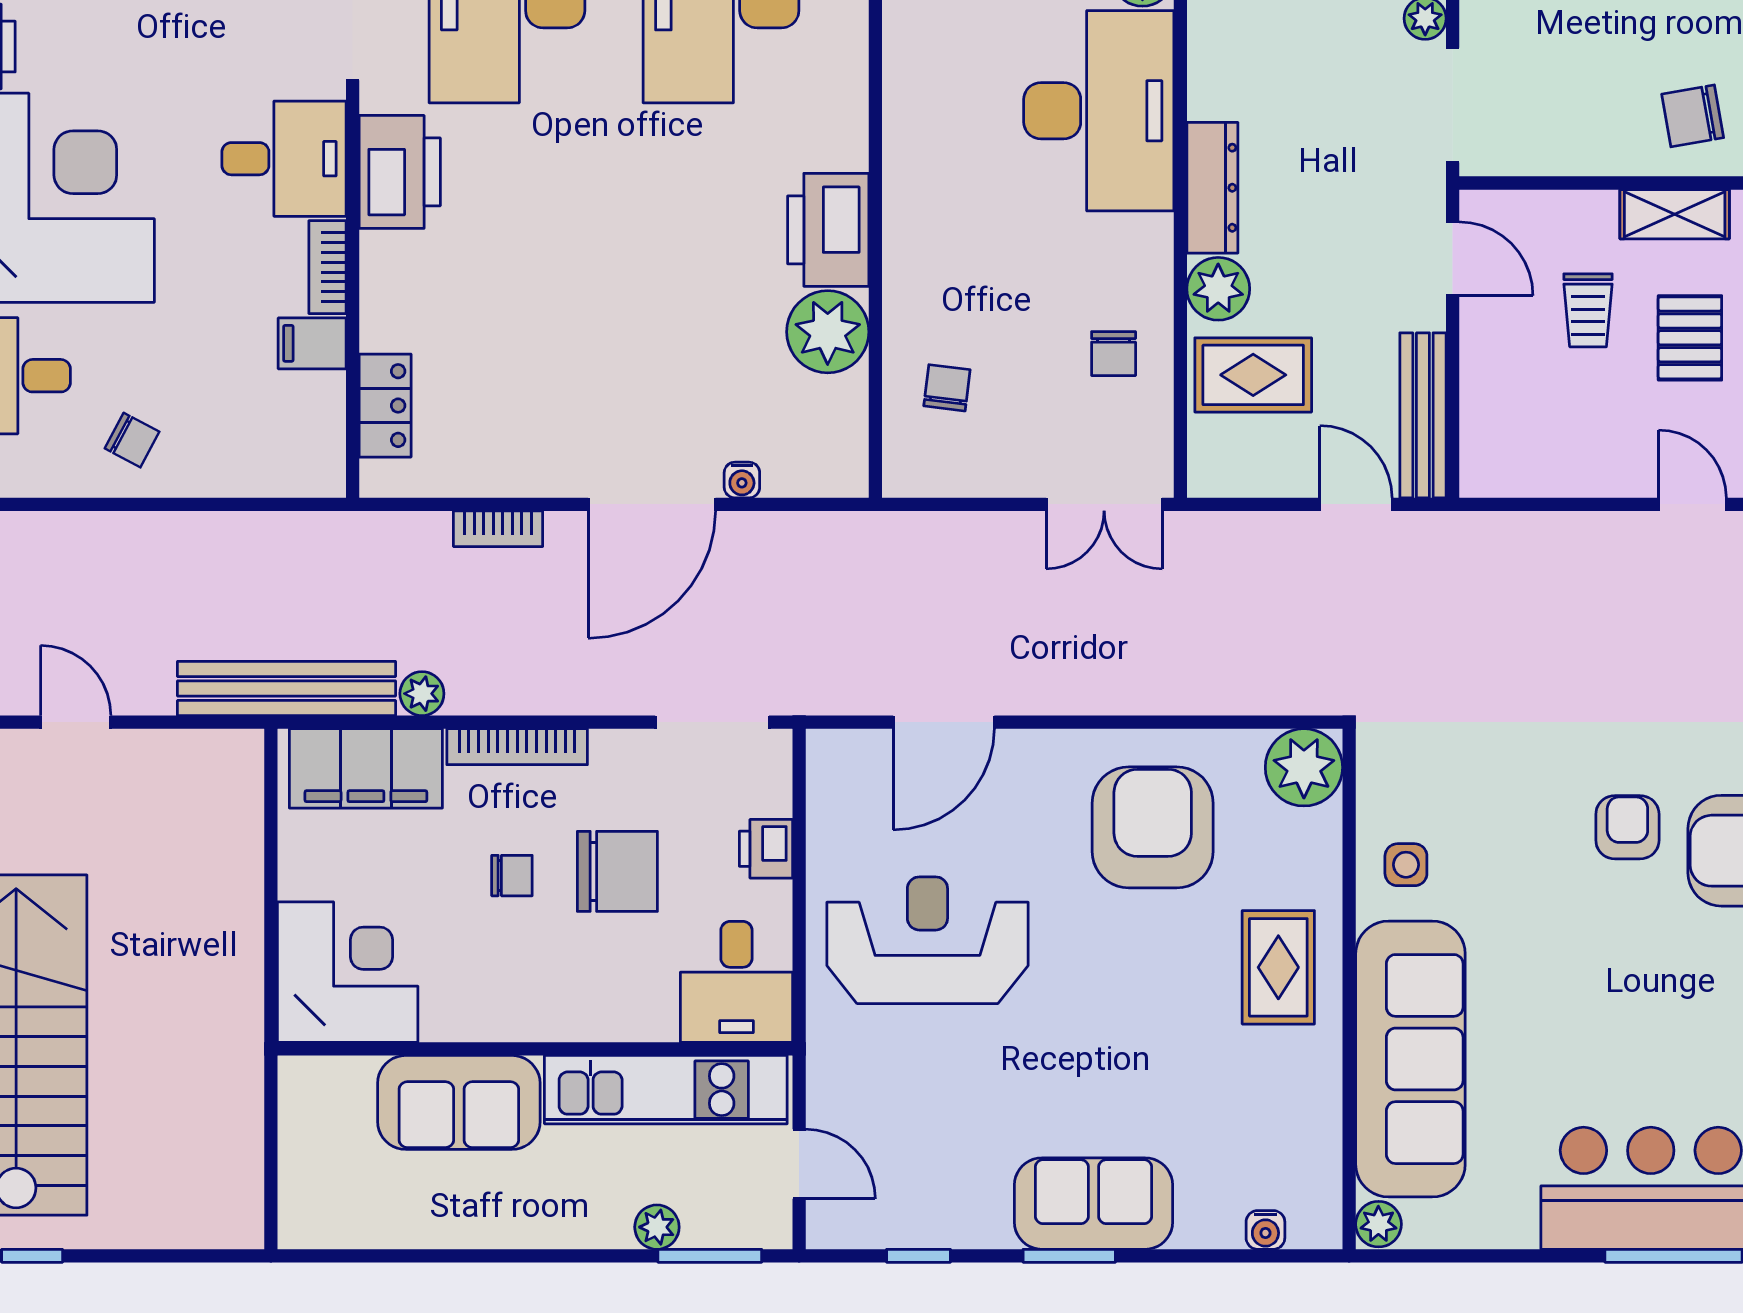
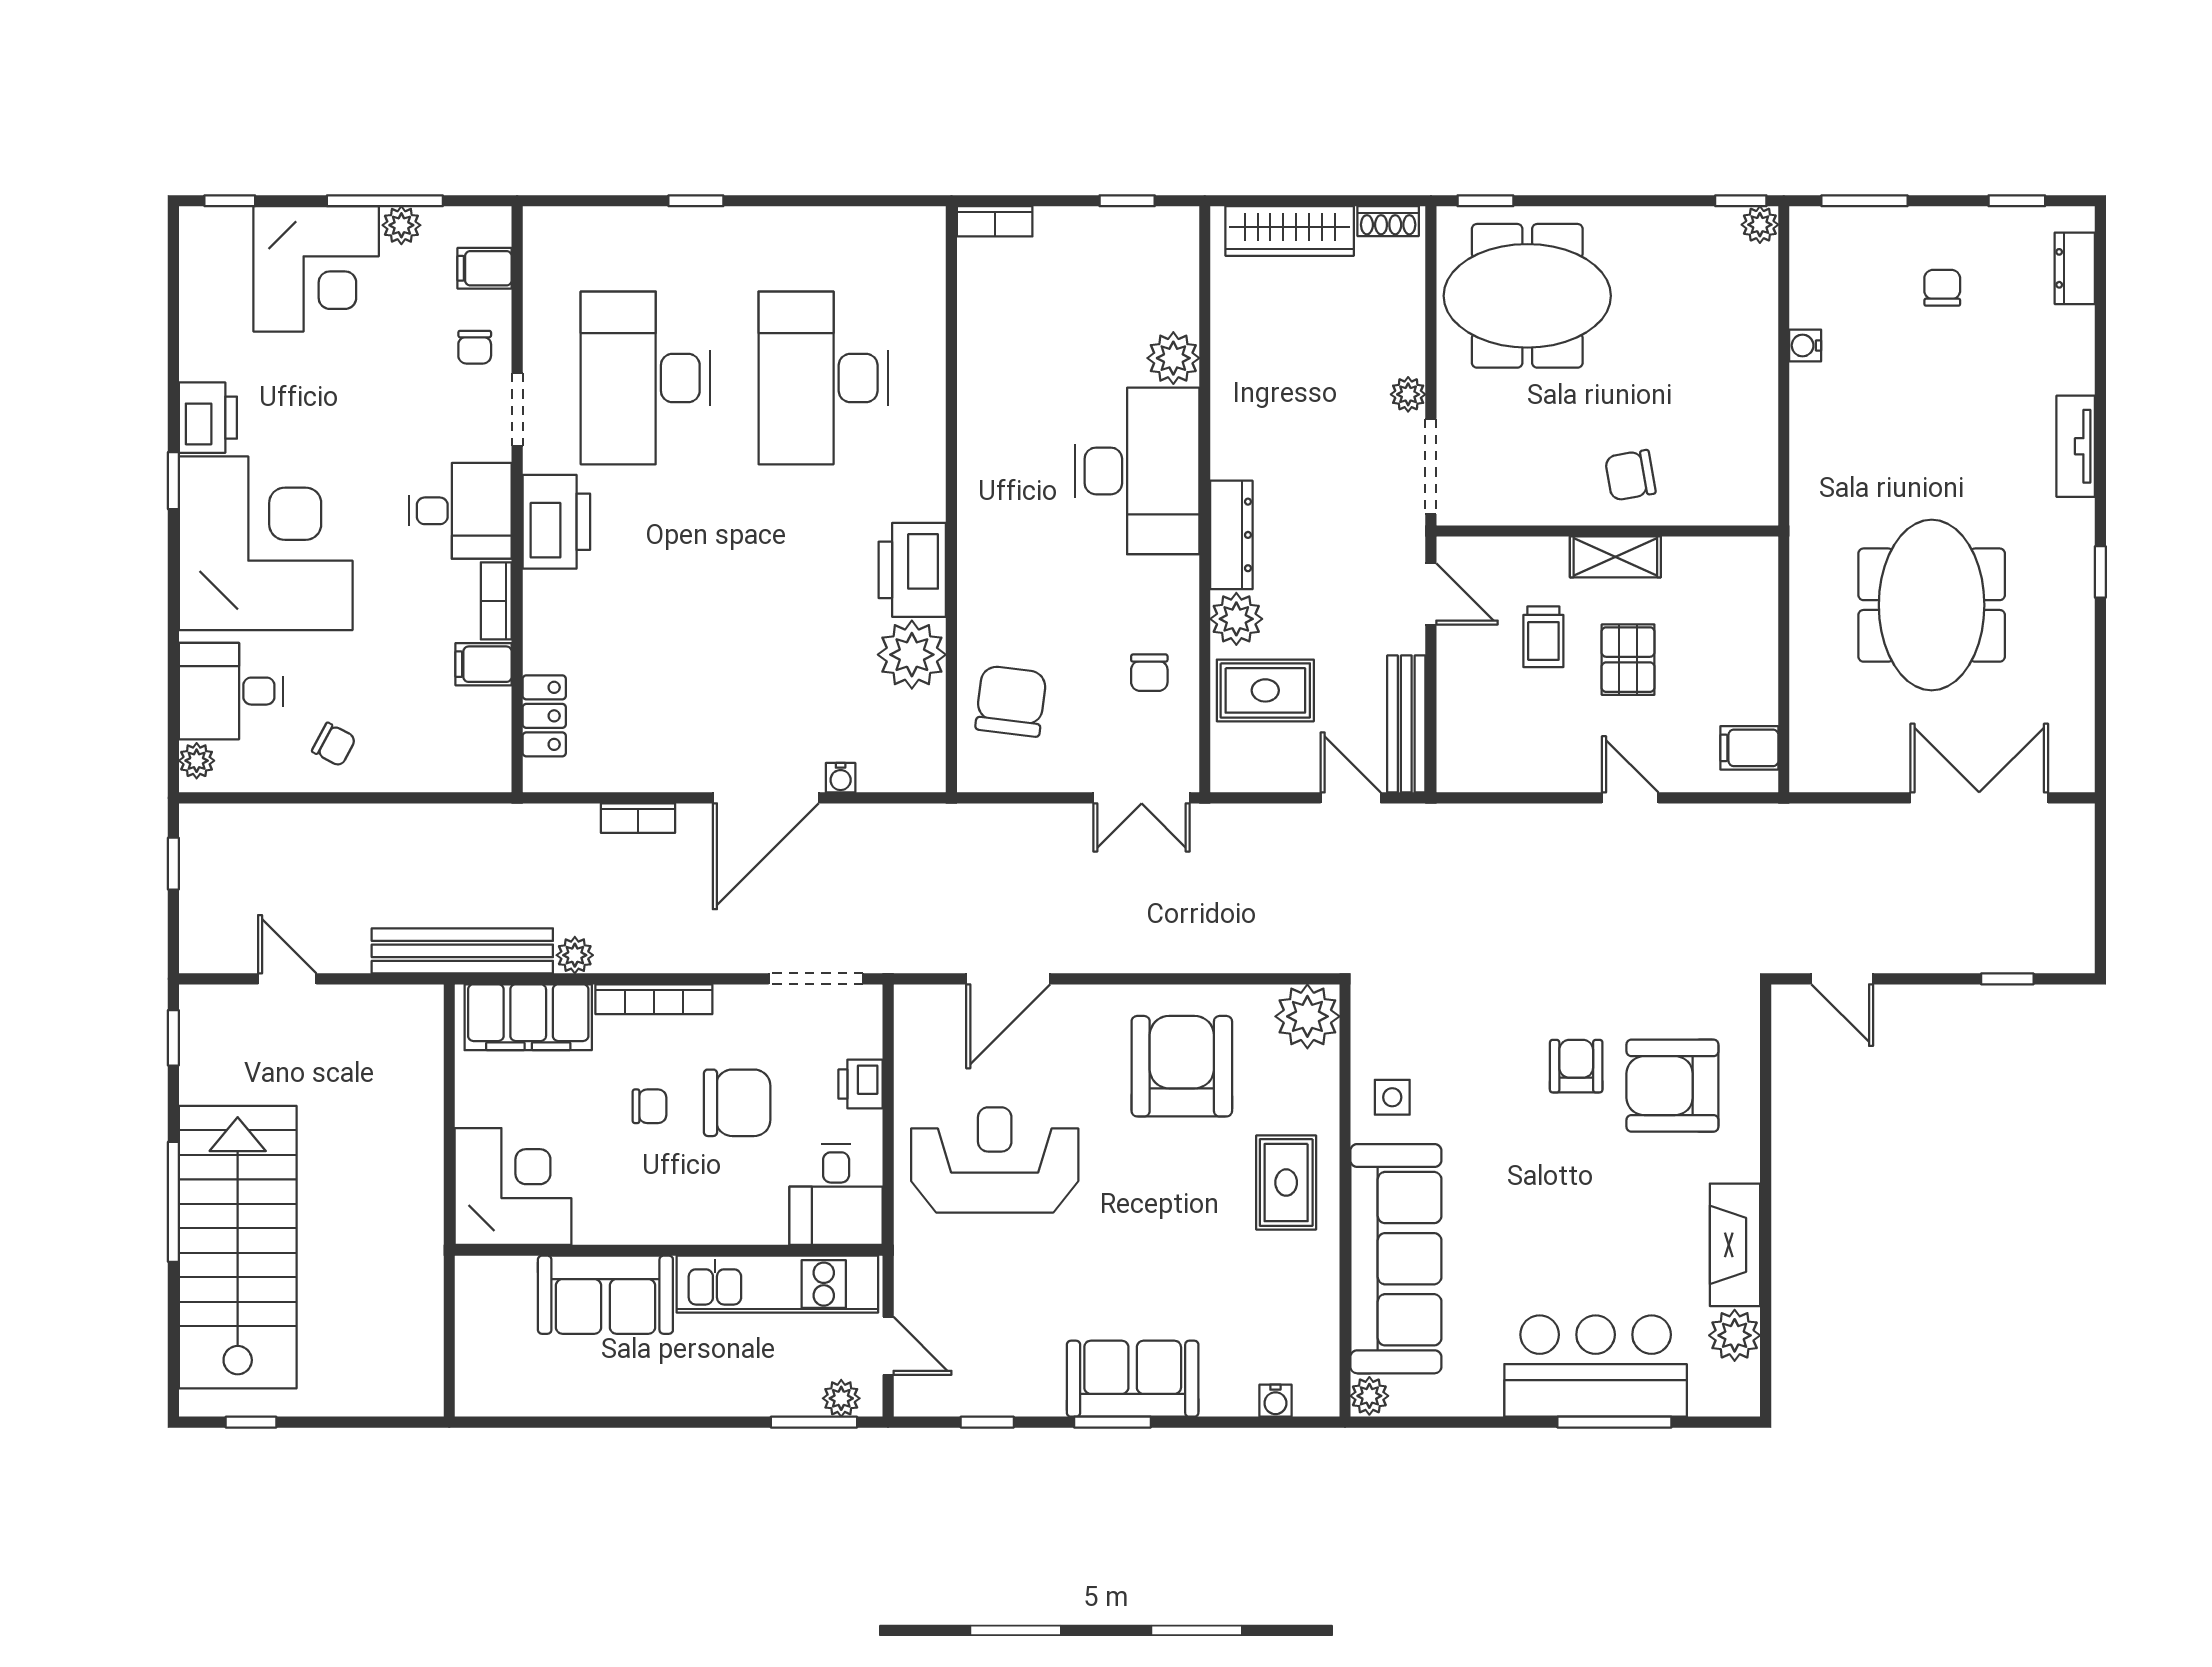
chair: (947, 388) -> (1011, 701), width x1.87, depth x1.87
plant: (657, 1227) -> (841, 1398), moved

